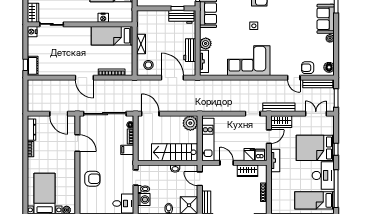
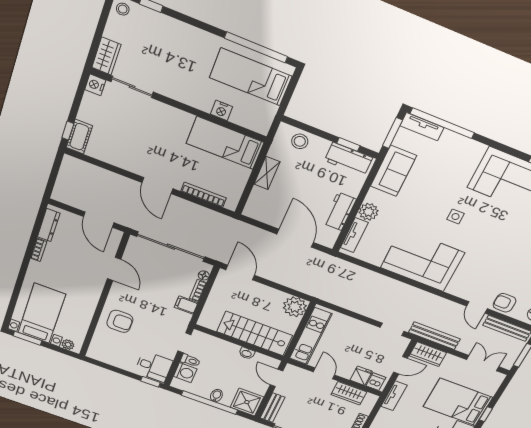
stool: (148, 65) -> (300, 141), moved

